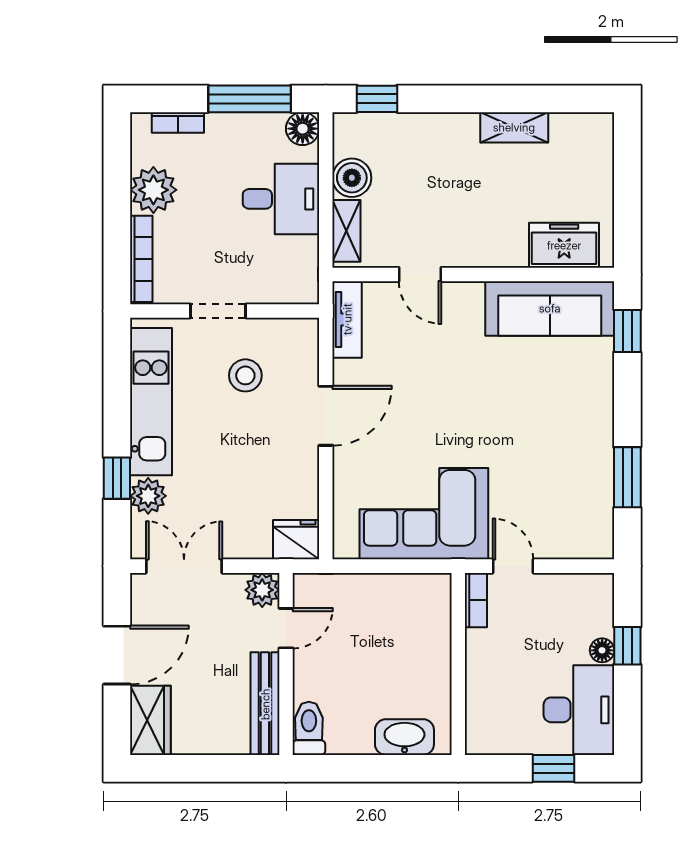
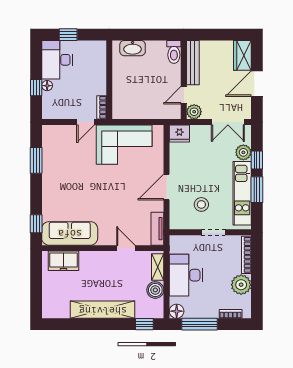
shelving: (514, 127) -> (103, 310), width x2.20, depth x1.33
desk: (281, 199) -> (186, 275), width x1.37
window: (117, 410) -> (257, 190), added
door: (513, 566) -> (86, 122), hinge flipped

